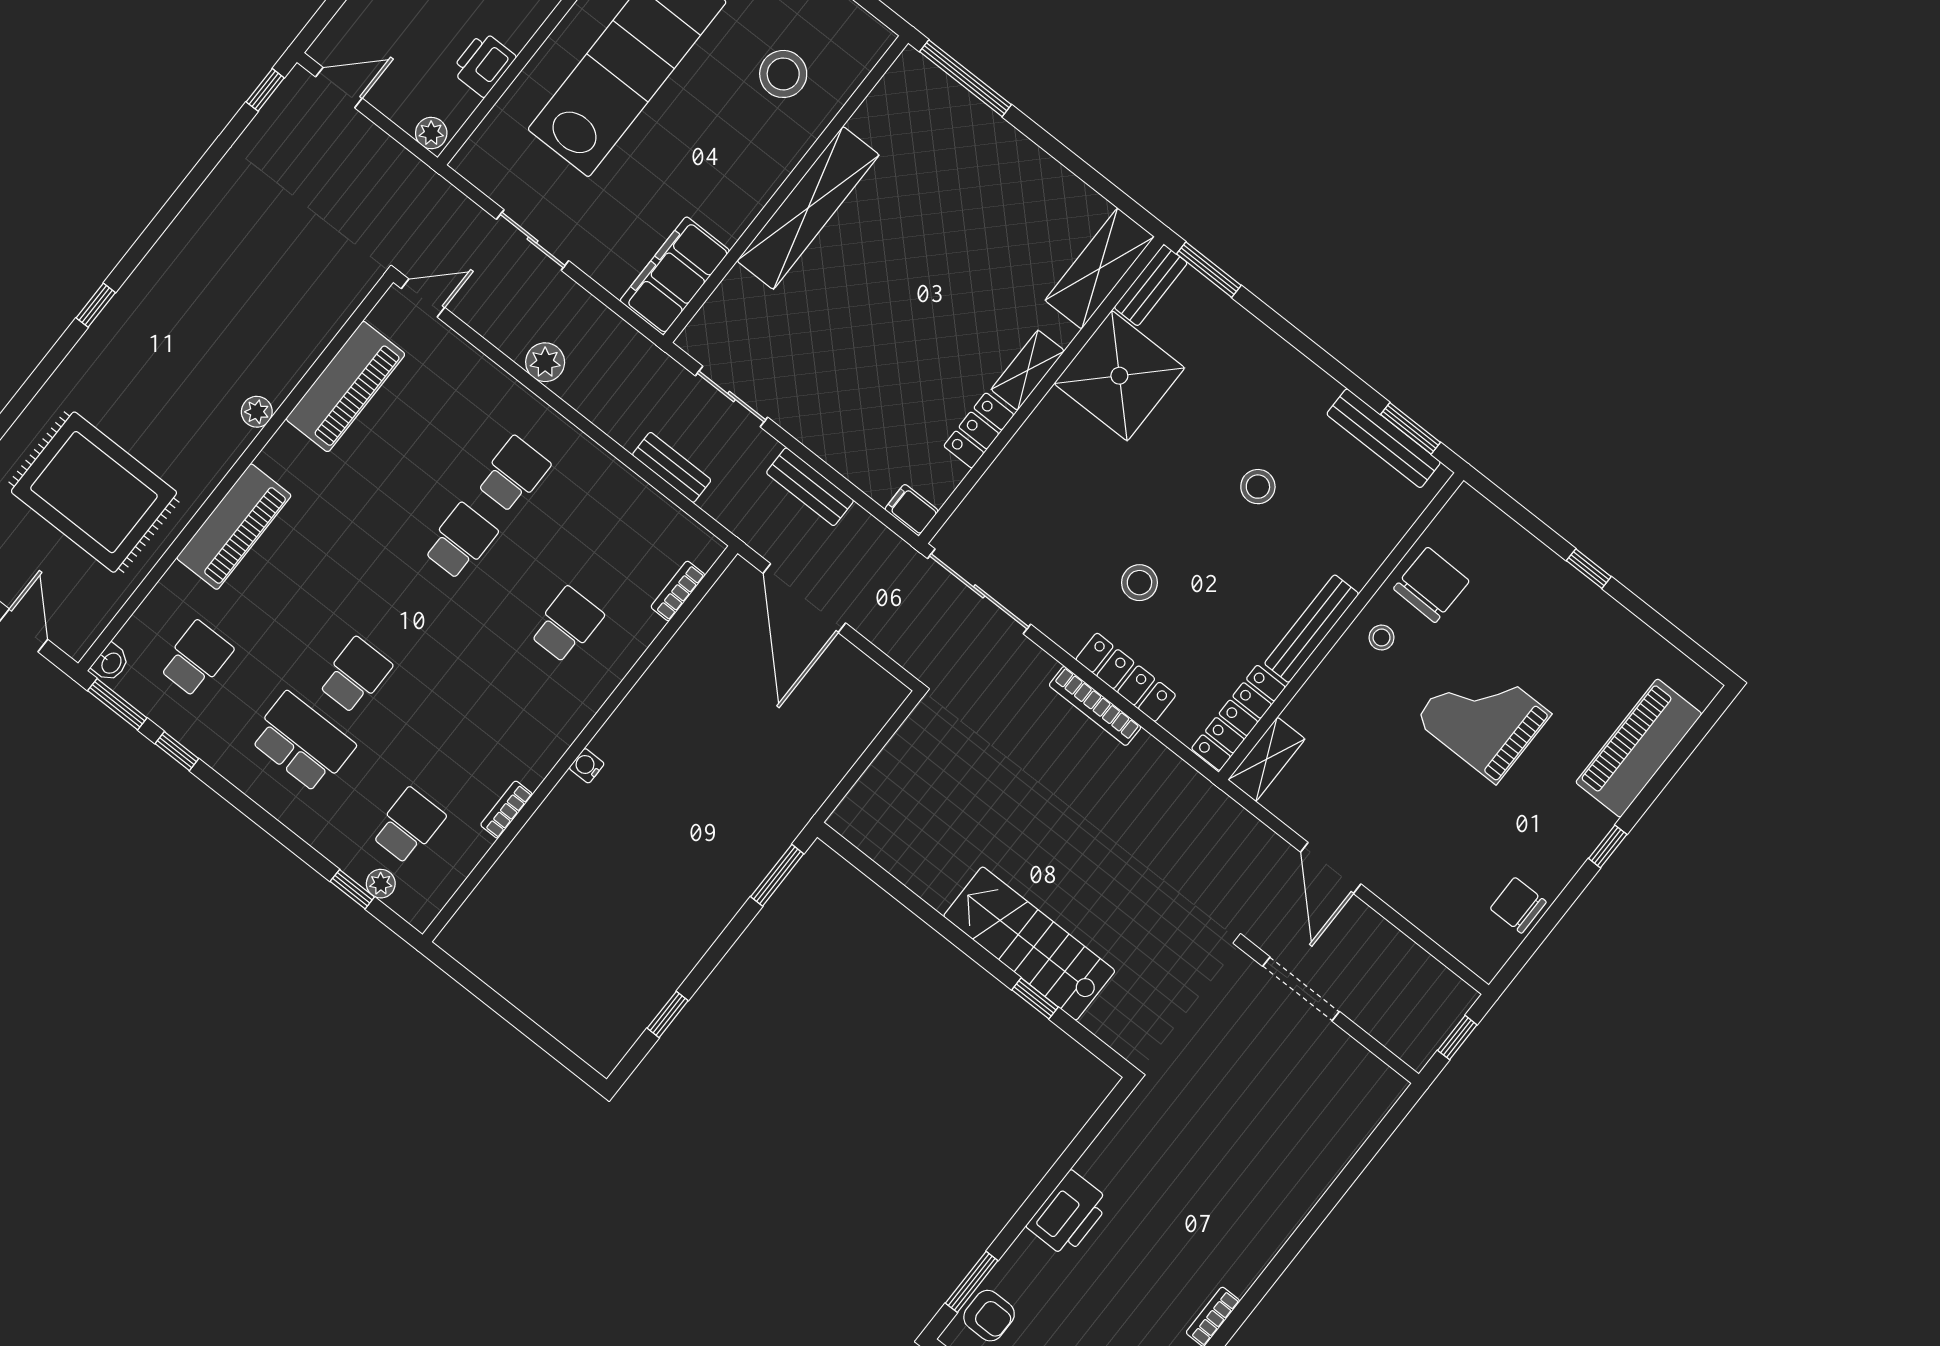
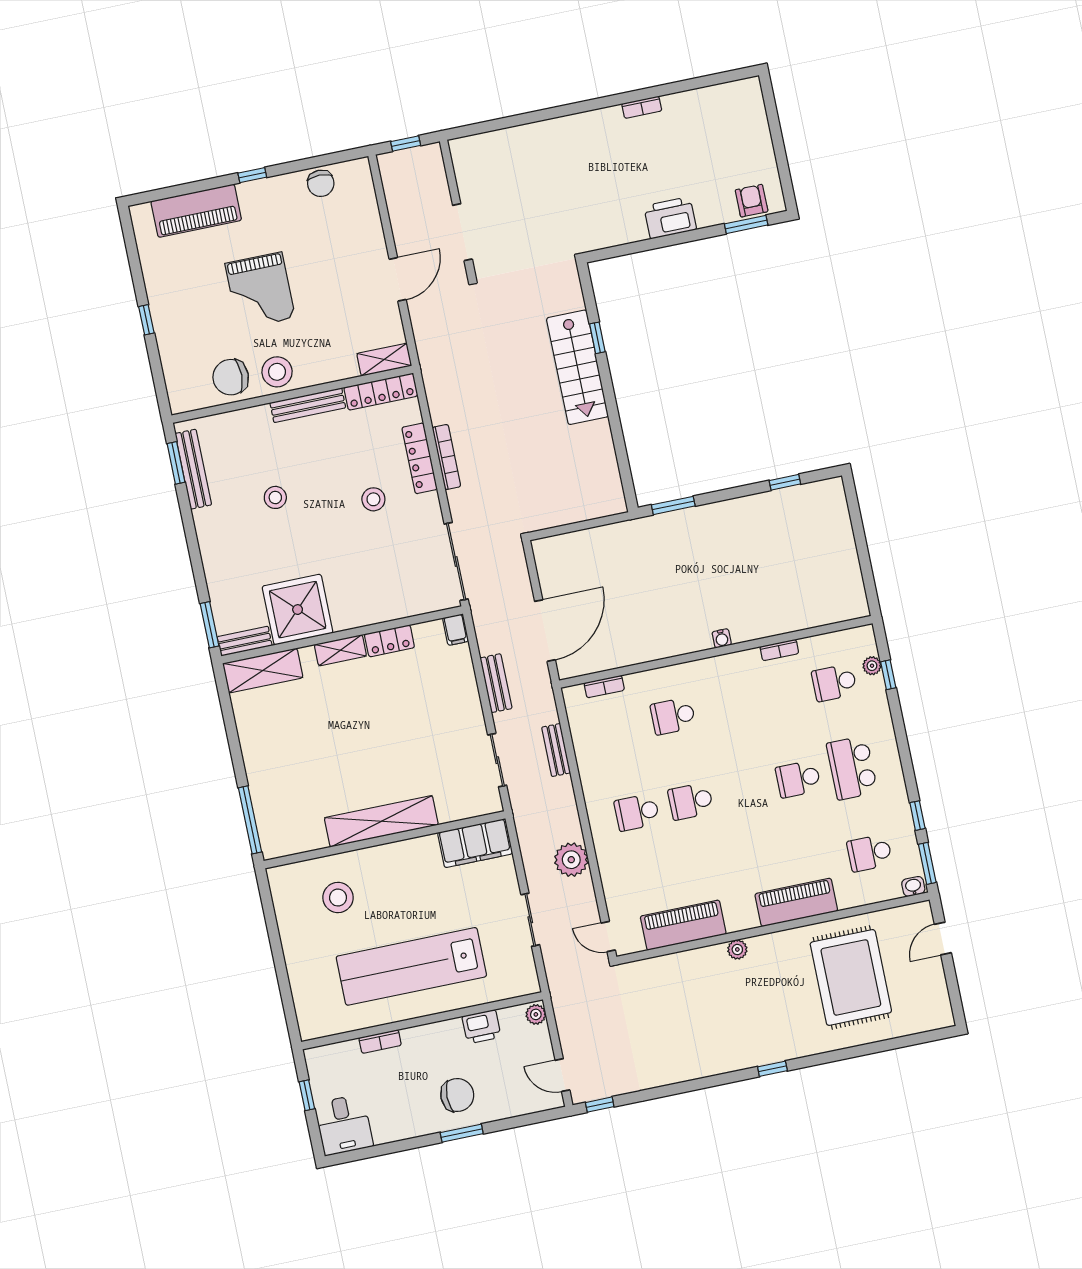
plant: (545, 362) -> (571, 860), width x1.36, depth x1.36
stool: (1382, 638) -> (277, 372), width x1.89, depth x1.89

